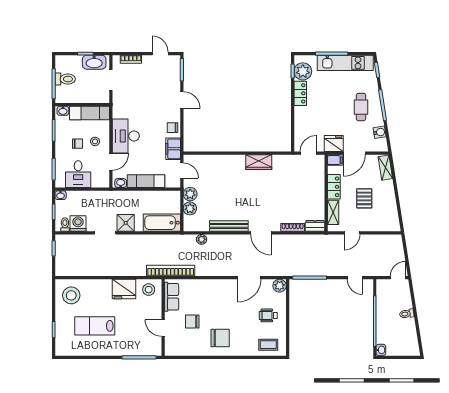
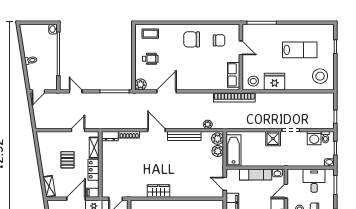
plant: (190, 194) -> (218, 139), moved
bathtub: (162, 223) -> (234, 150), moved, turned -90
chair: (192, 321) -> (219, 40), moved

